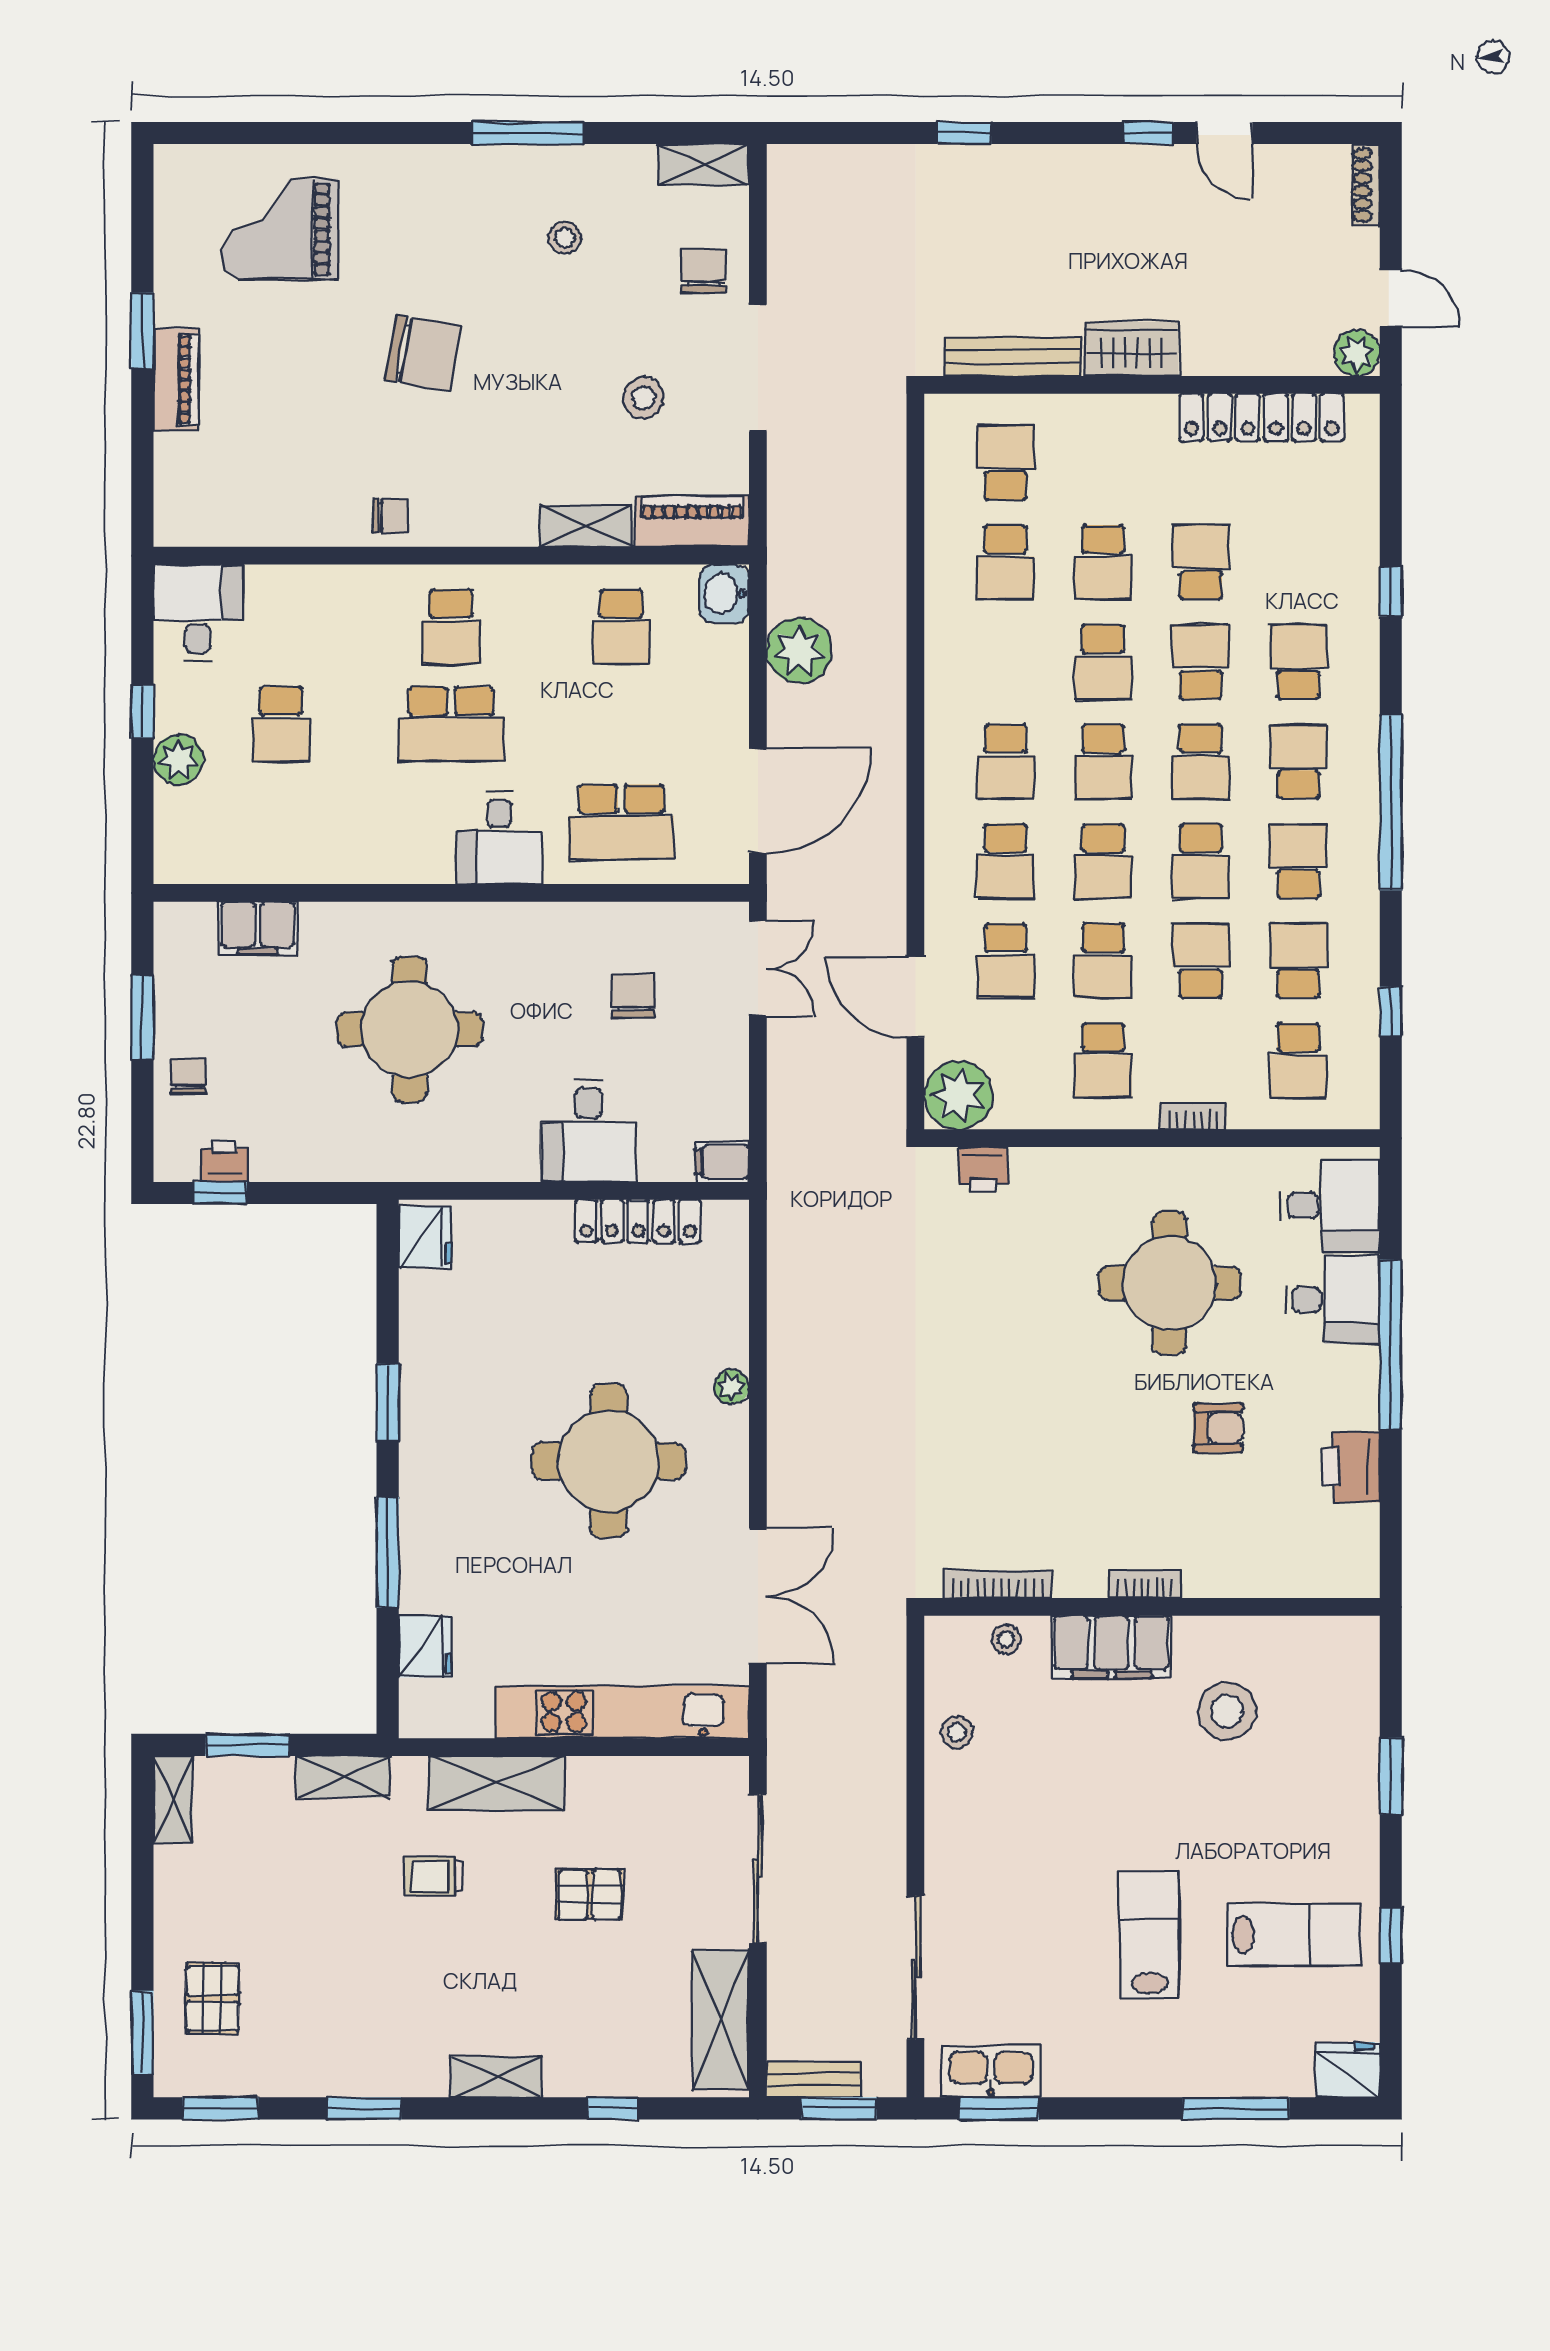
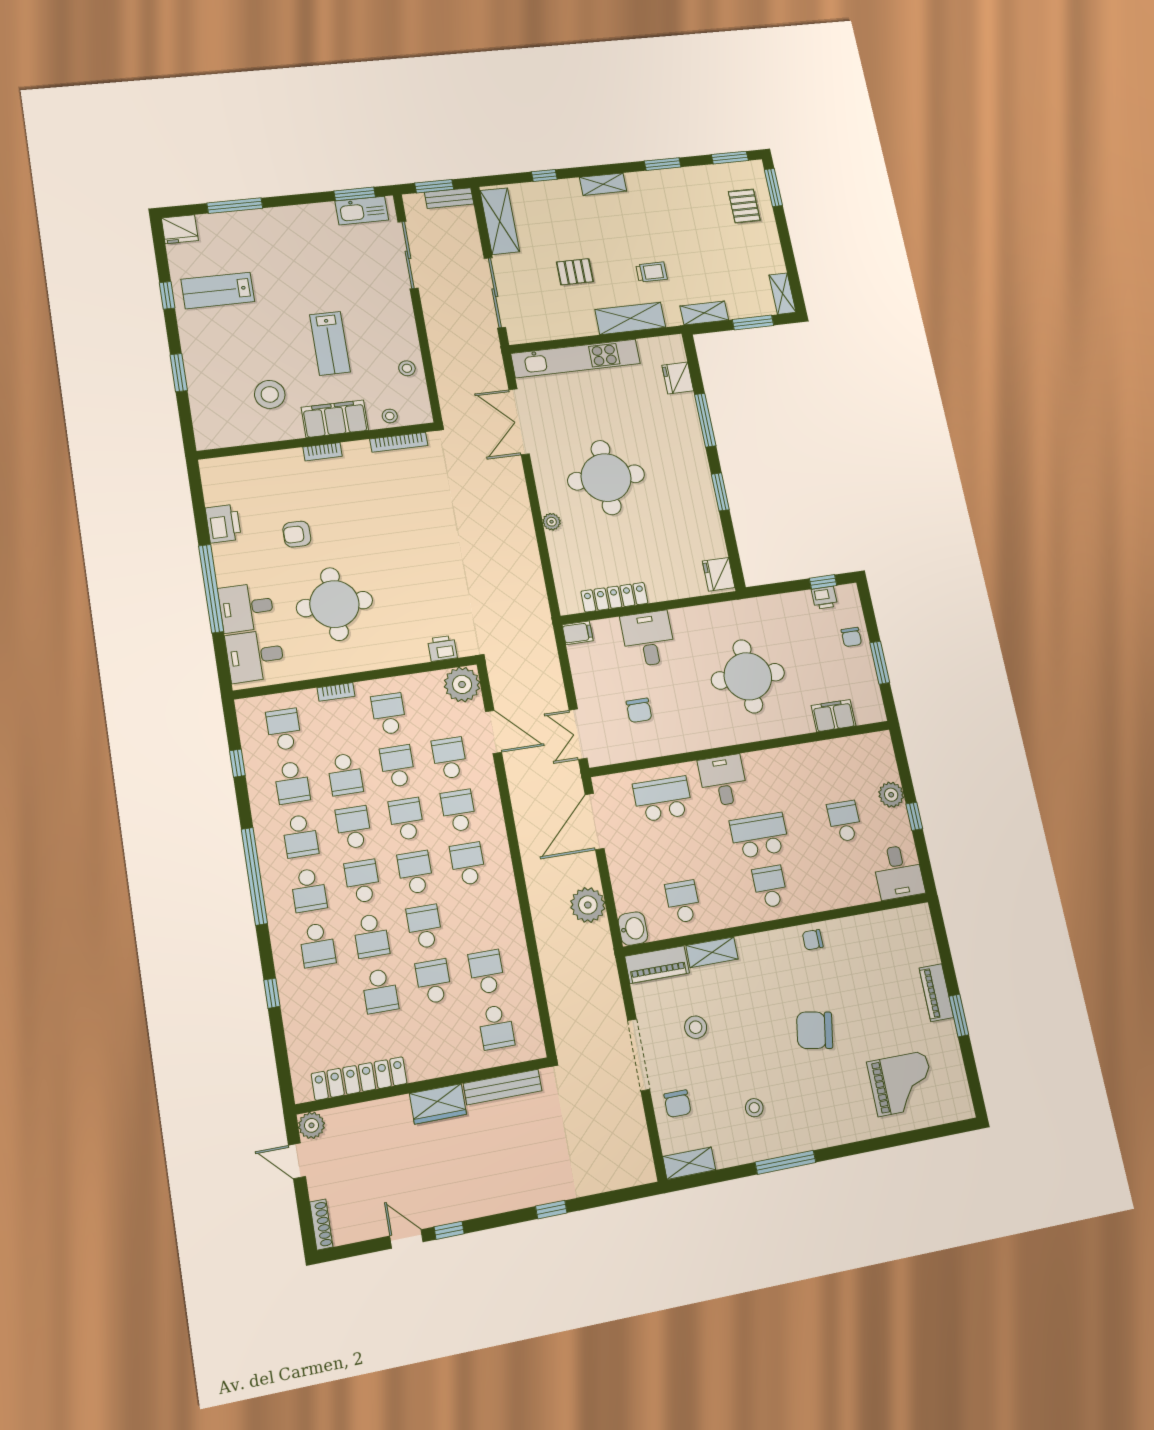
lab bench: (1150, 1935) -> (330, 343), moved

